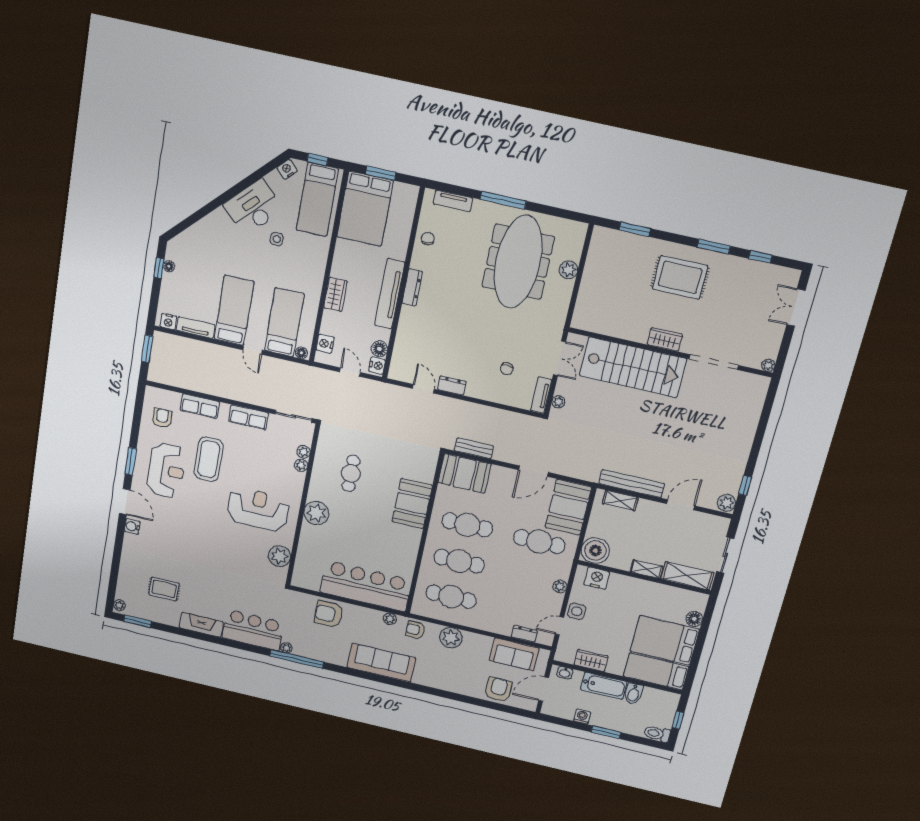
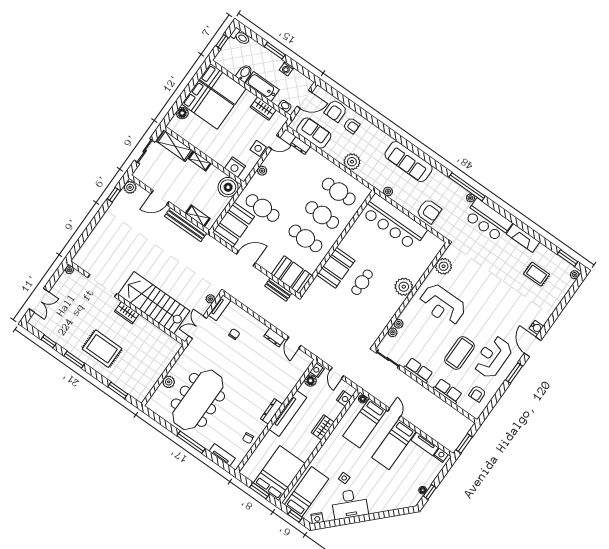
cafe table: (351, 473) -> (362, 282), moved
armchair: (415, 630) -> (352, 126), moved

